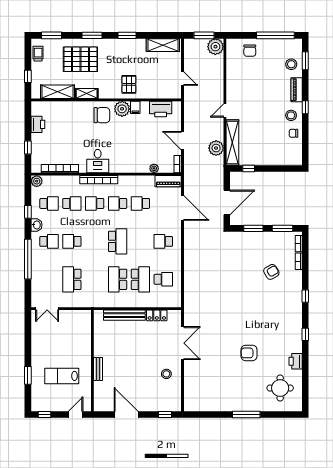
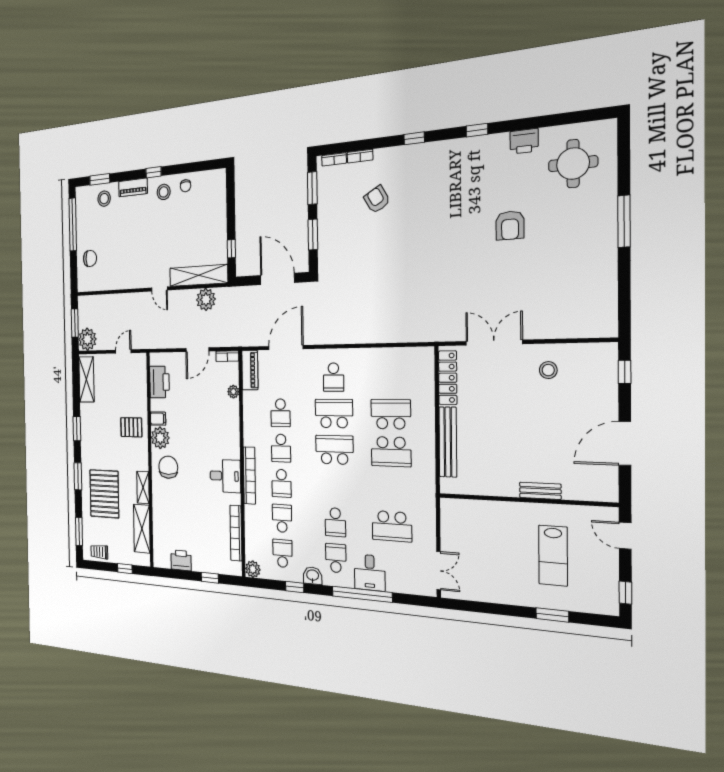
plant: (215, 47) -> (87, 339), moved
desk: (42, 264) -> (370, 573), added
school desk: (163, 279) -> (334, 414), moved, width x1.85
locker: (157, 315) -> (448, 378), width x1.53

